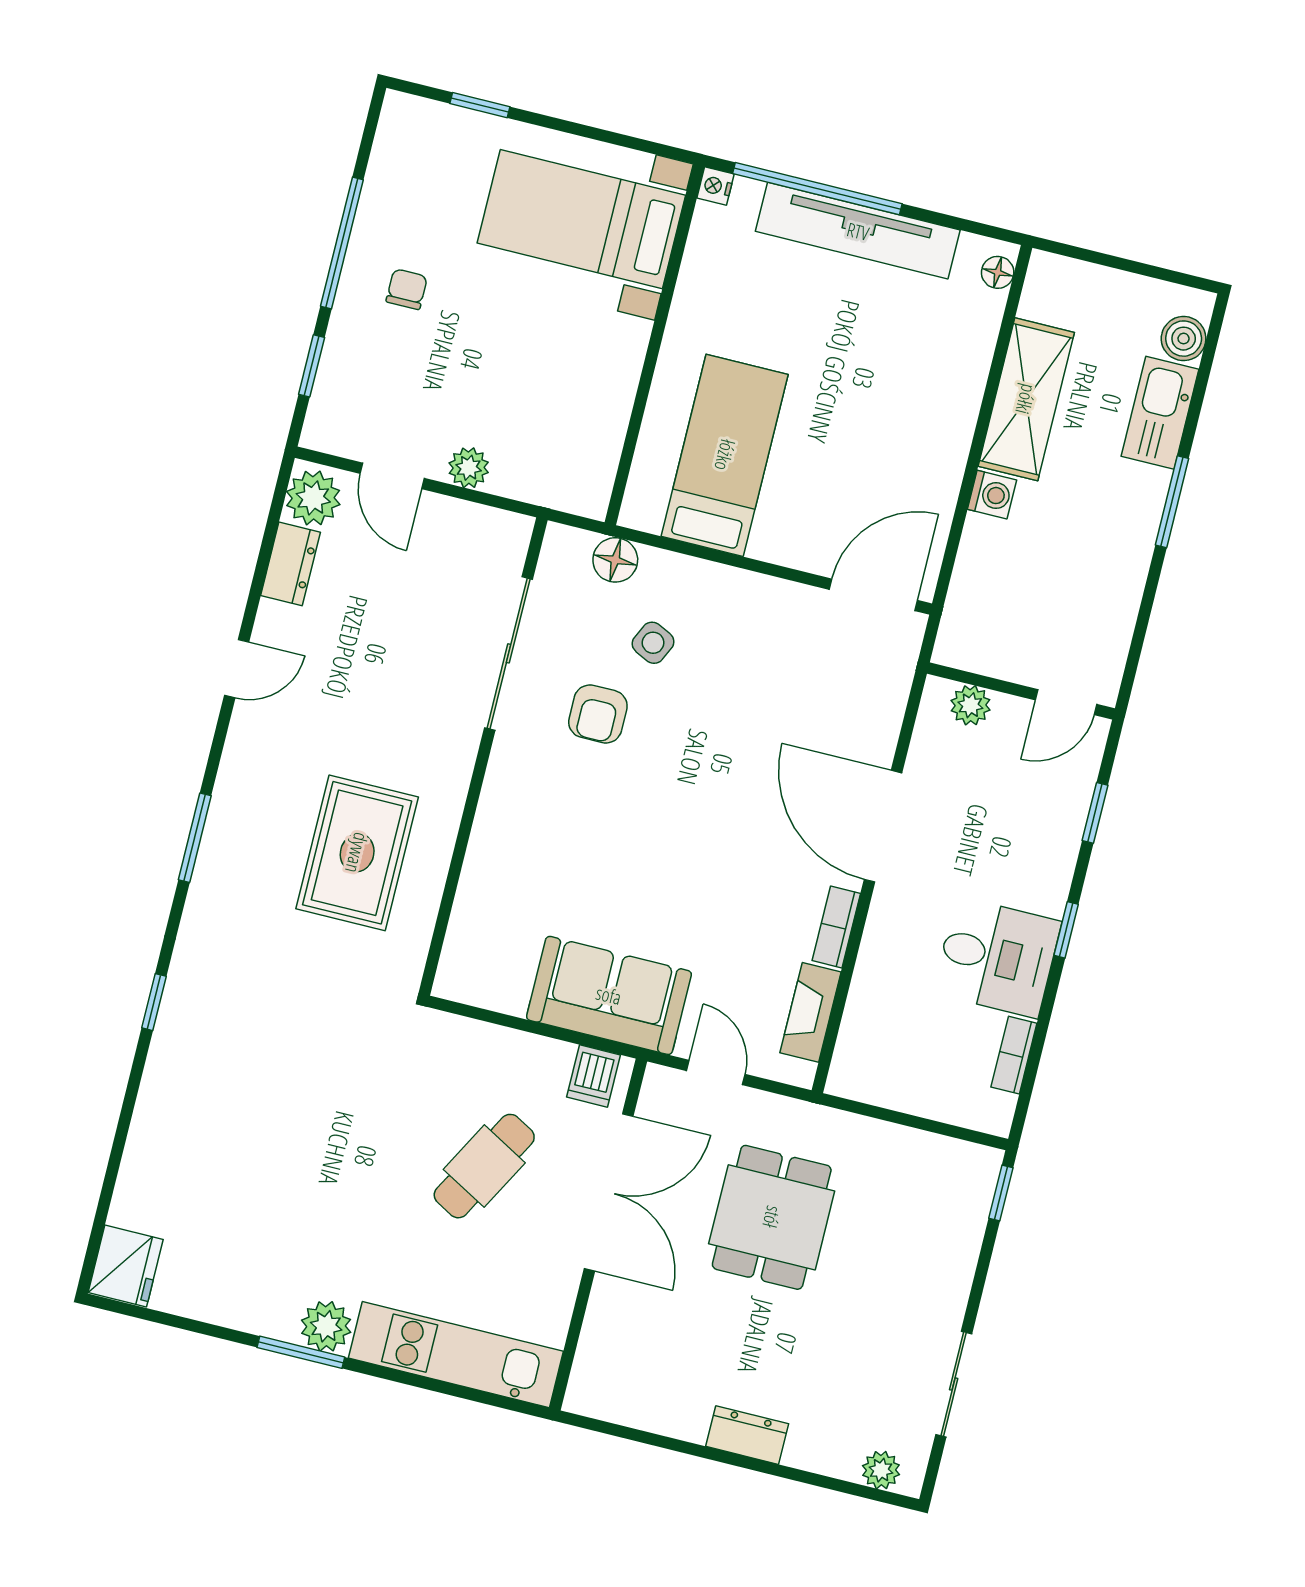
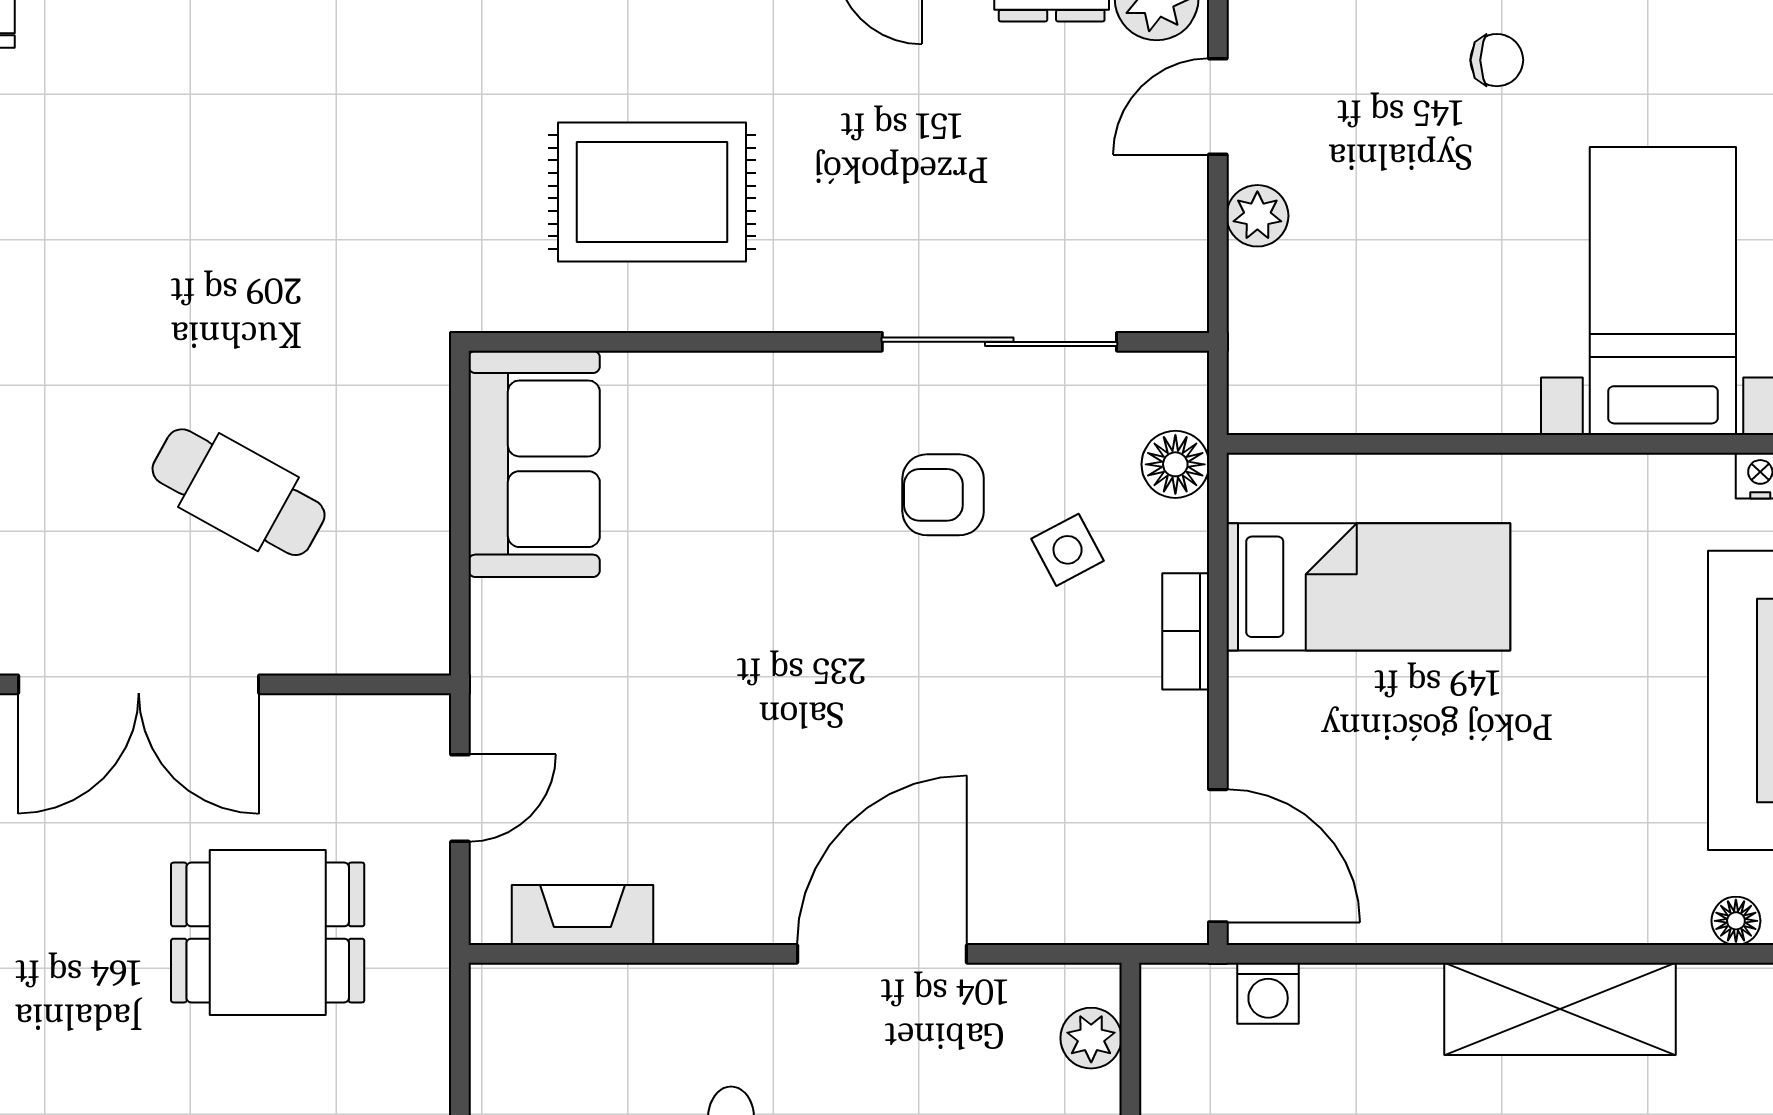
washing machine: (992, 495) -> (1268, 993), moved
side table: (653, 643) -> (1068, 550), turned 36
bookcase: (836, 927) -> (1186, 631), moved, turned -90
sofa: (609, 995) -> (534, 464), moved
dishwasher: (593, 1076) -> (410, 620), removed
double door: (609, 1192) -> (139, 684), moved

